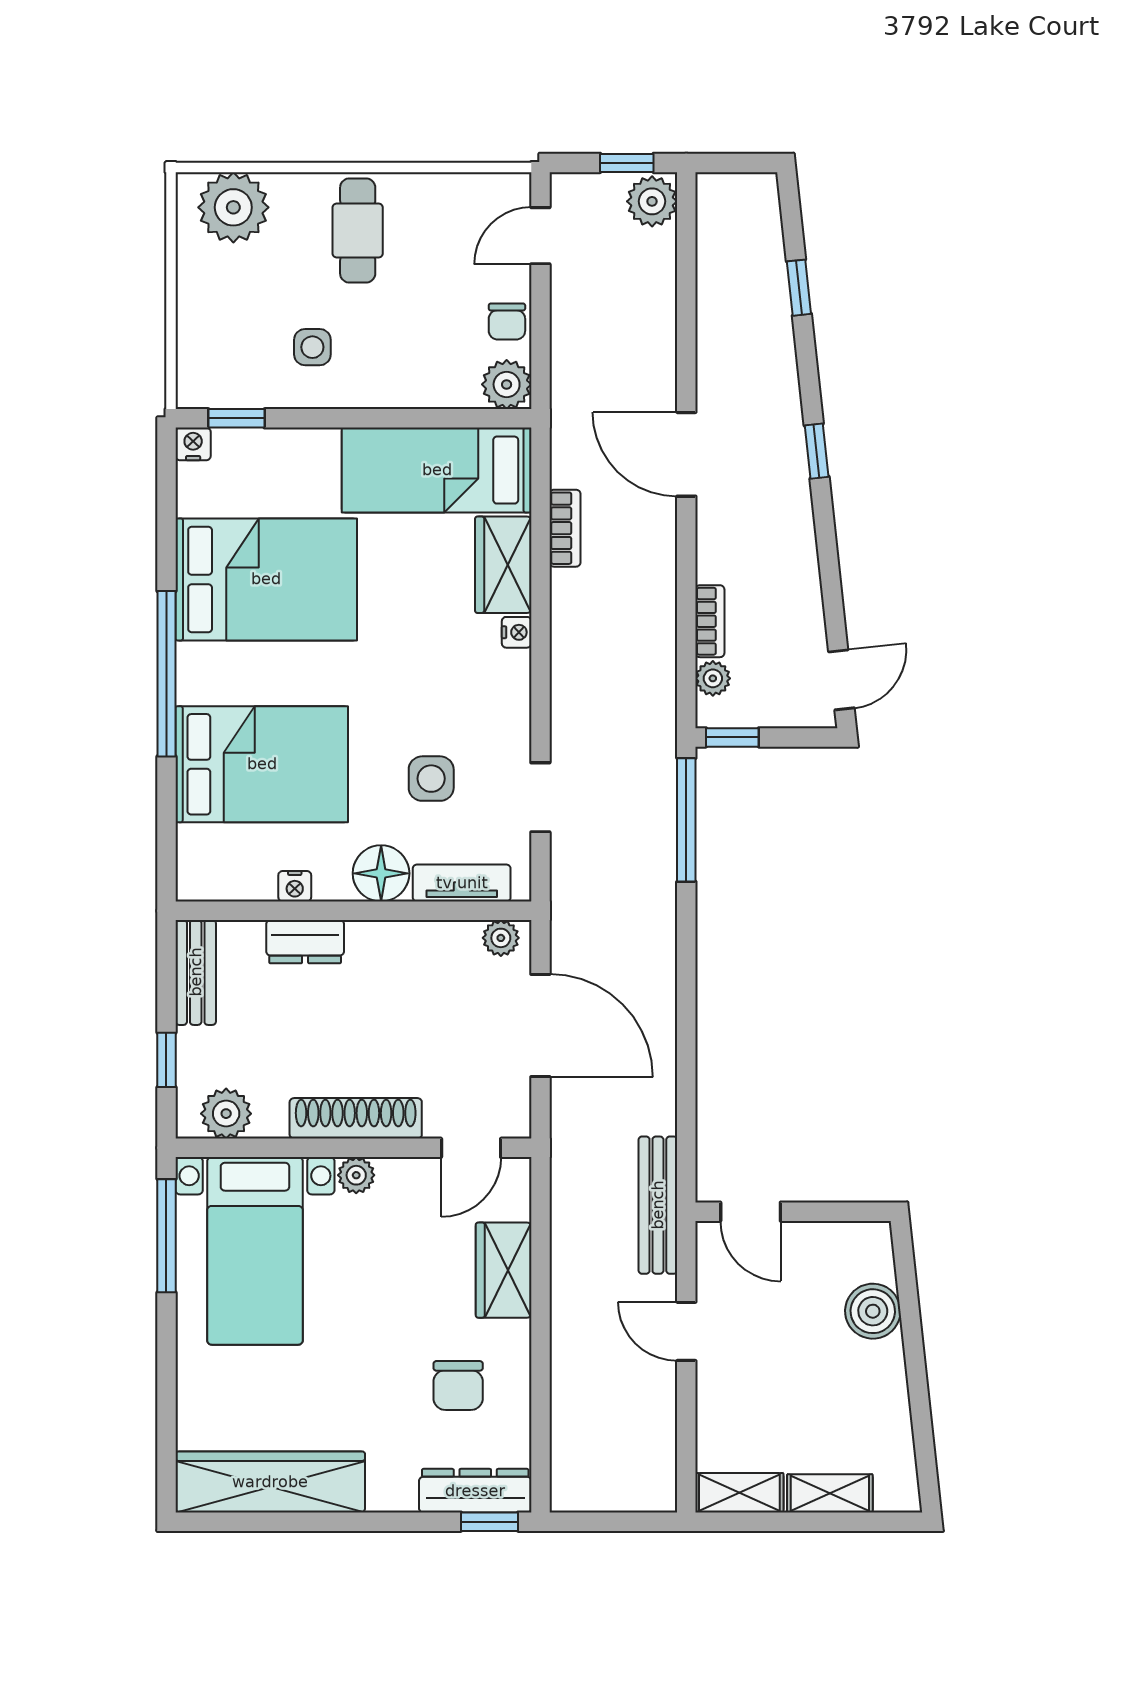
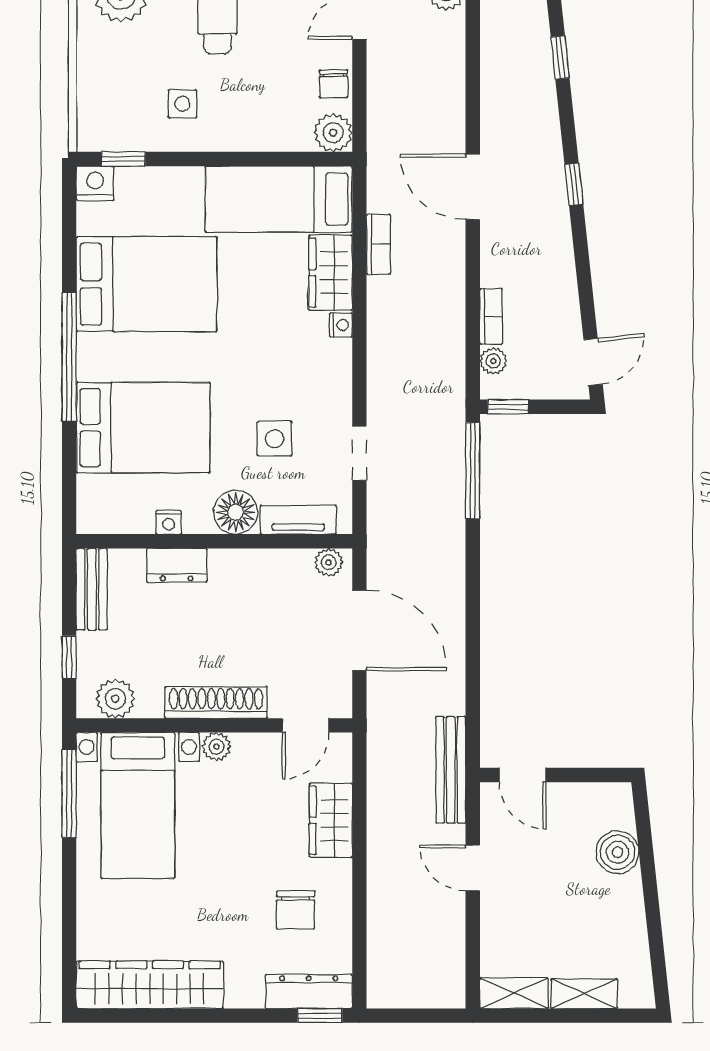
nightstand: (193, 444) -> (95, 183), width x1.39, depth x1.35

